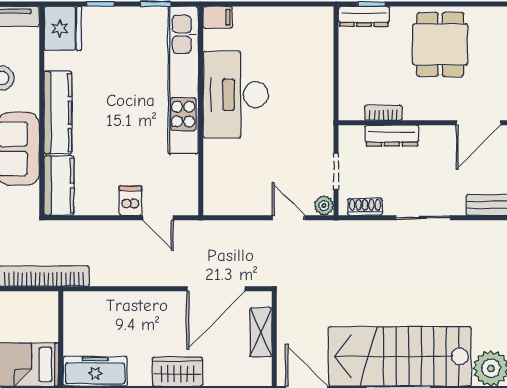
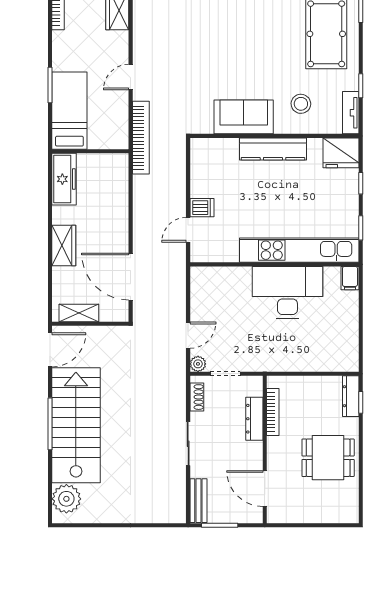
bookcase: (383, 113) -> (273, 412), width x1.56
kitchen counter: (59, 186) -> (214, 150), removed
shelving: (261, 332) -> (79, 313), moved

